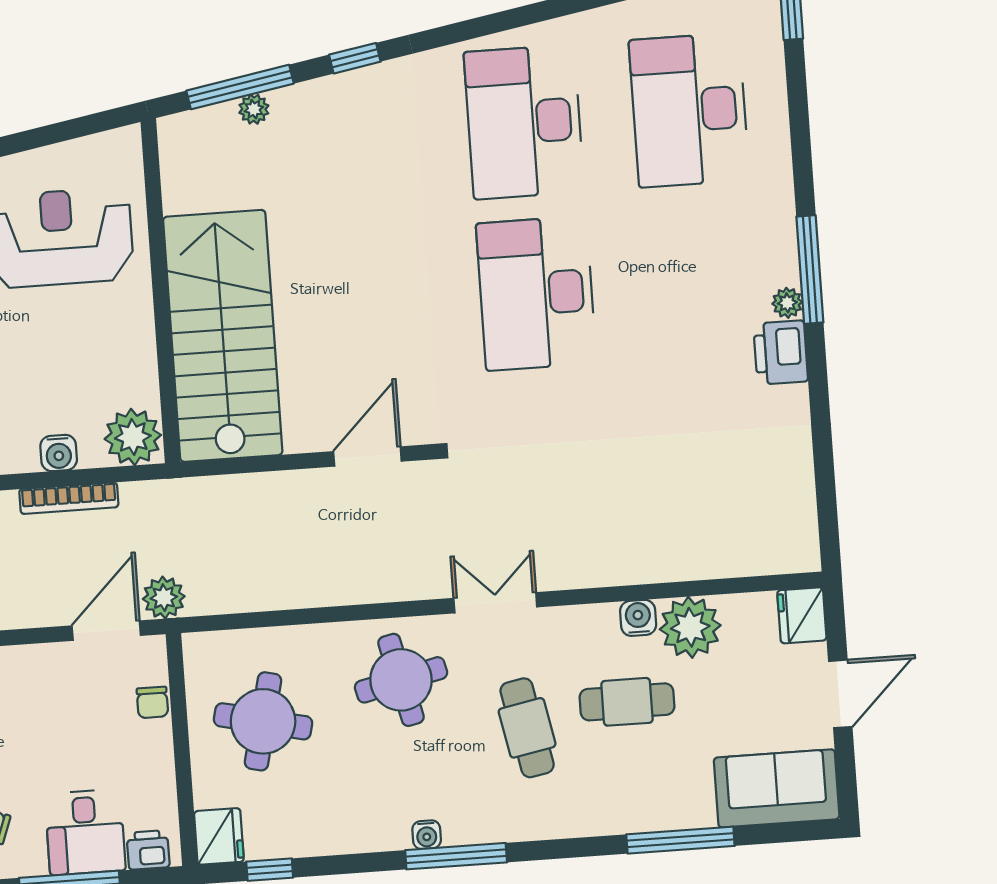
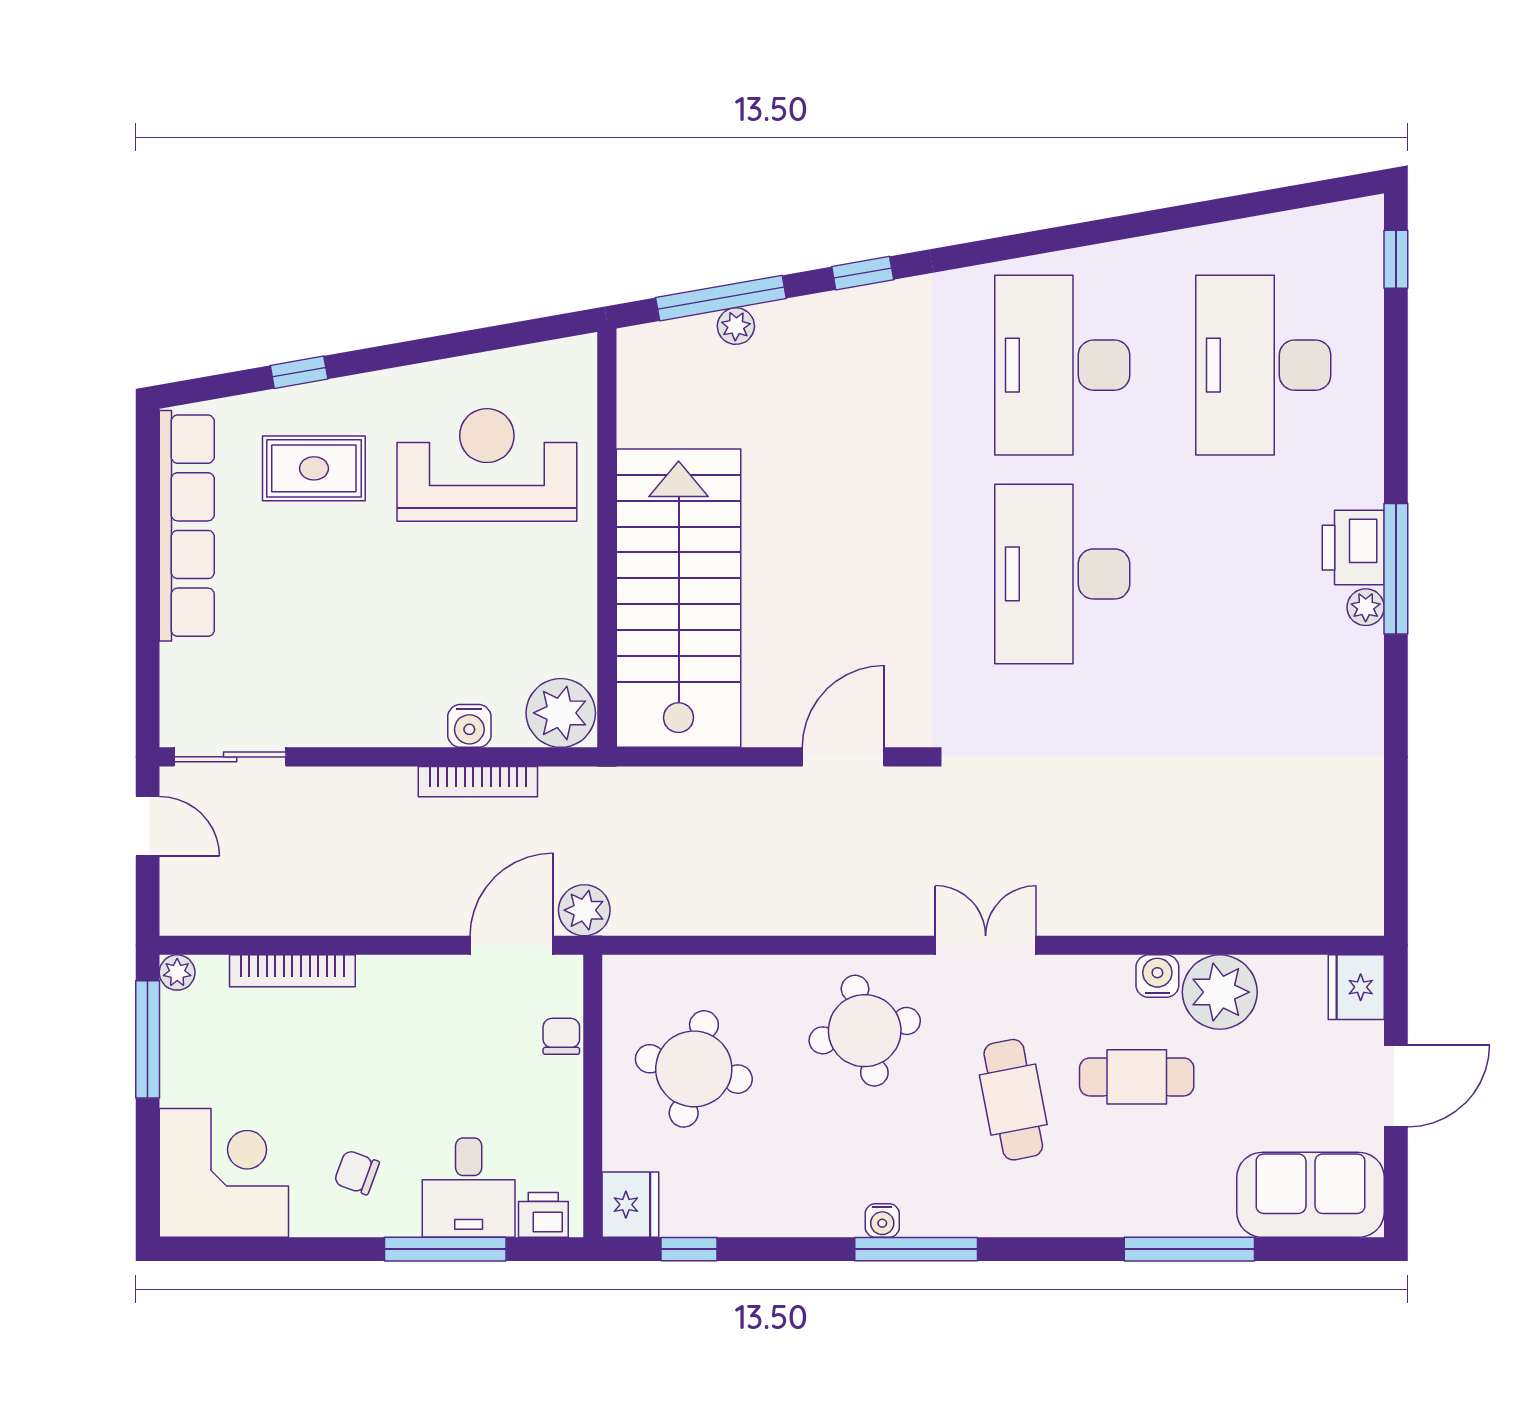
printer: (781, 352) -> (1353, 548), moved
chair: (152, 702) -> (561, 1036), turned 180

